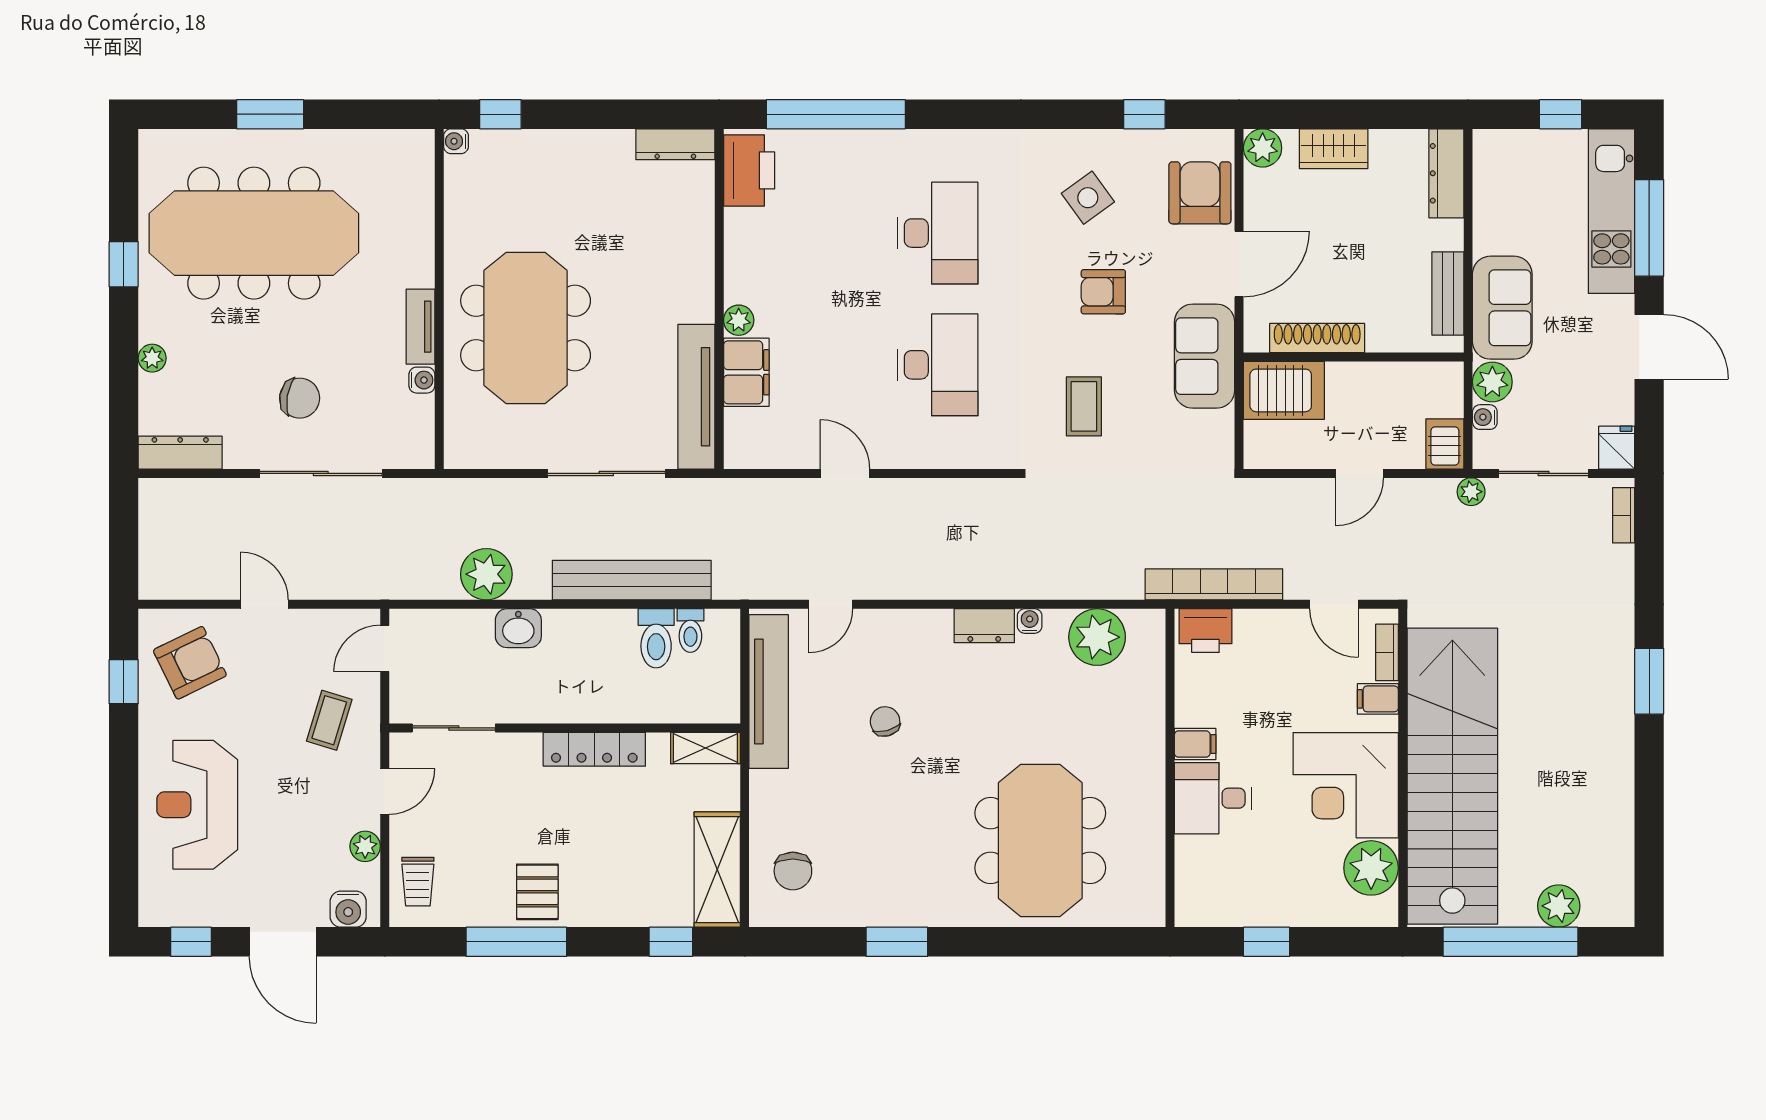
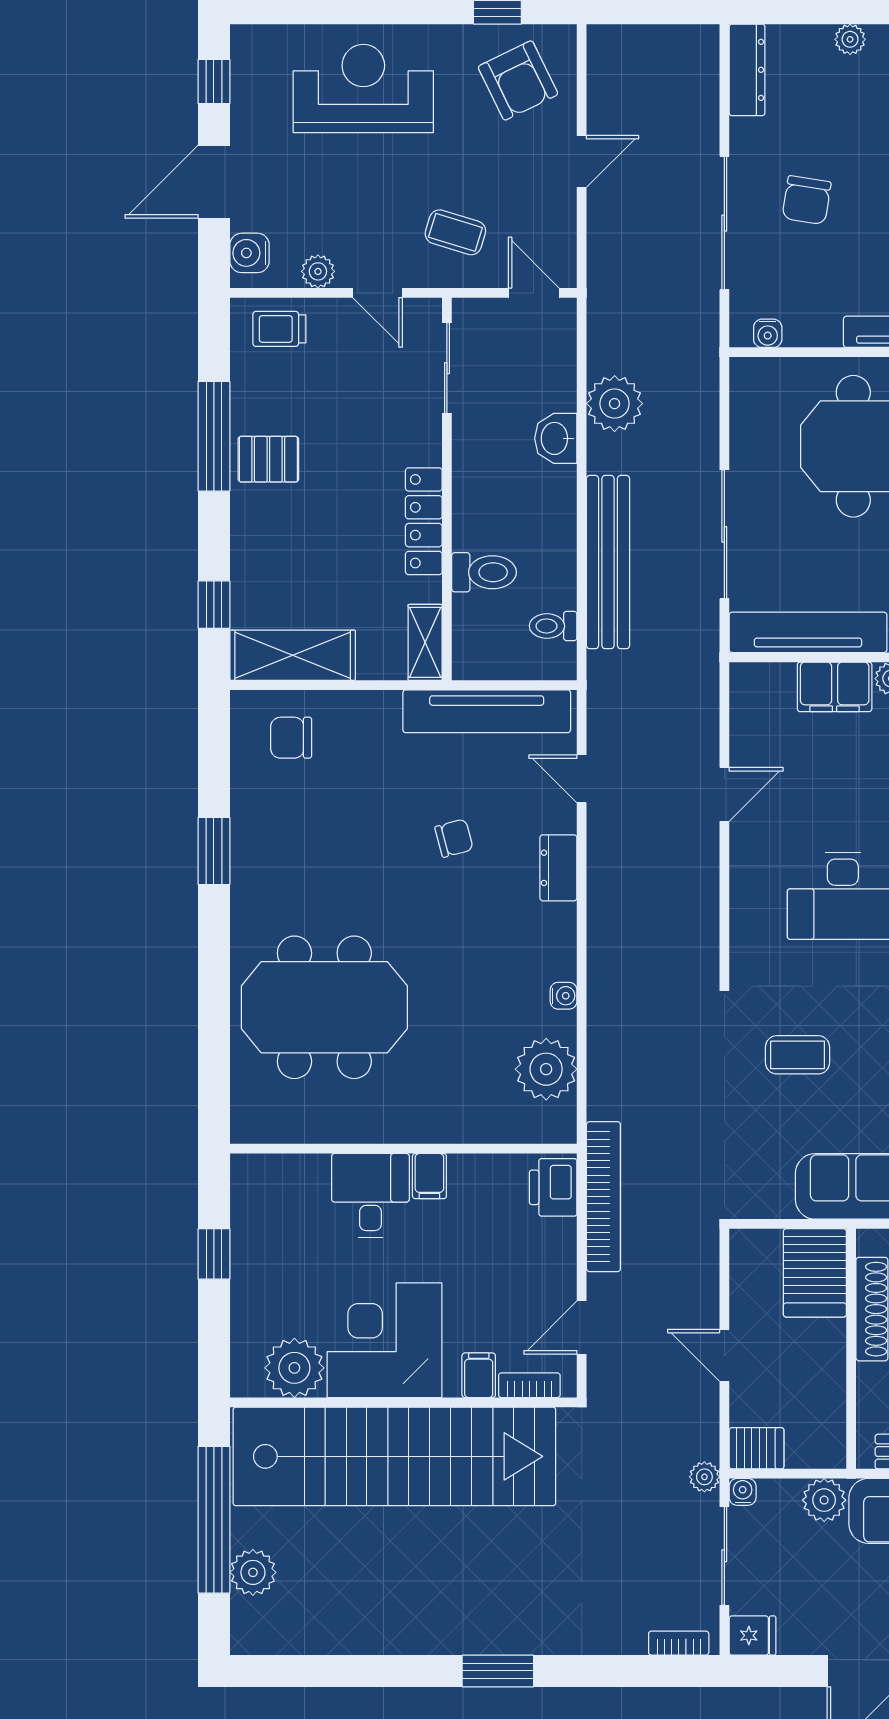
water cooler: (422, 380) -> (768, 333), moved
water cooler: (1485, 417) -> (743, 1492), moved
dresser: (984, 626) -> (558, 868), moved
toilet: (656, 638) -> (484, 572), moved, turned 180

